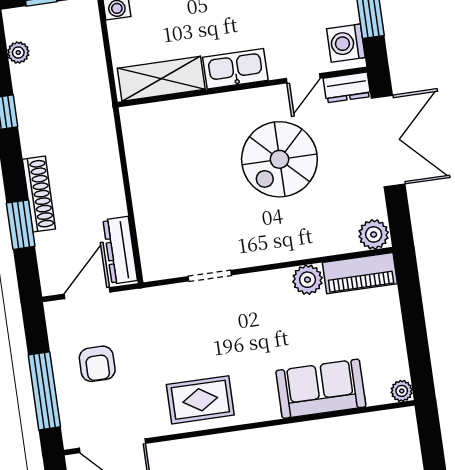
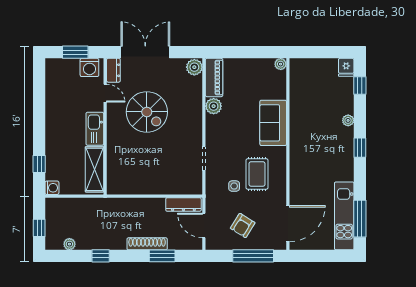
side table: (167, 338) -> (234, 186), added
armchair: (97, 364) -> (243, 226), turned 122
sofa: (321, 389) -> (273, 123), moved
rug: (200, 400) -> (257, 174), moved

